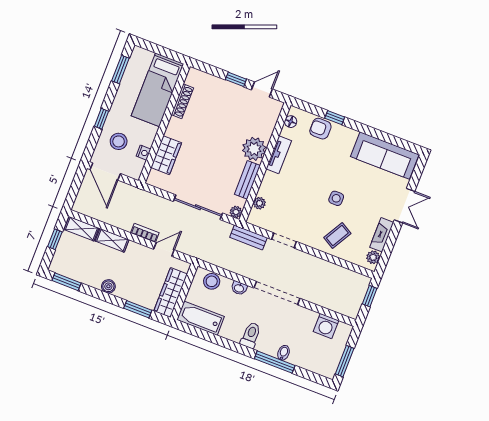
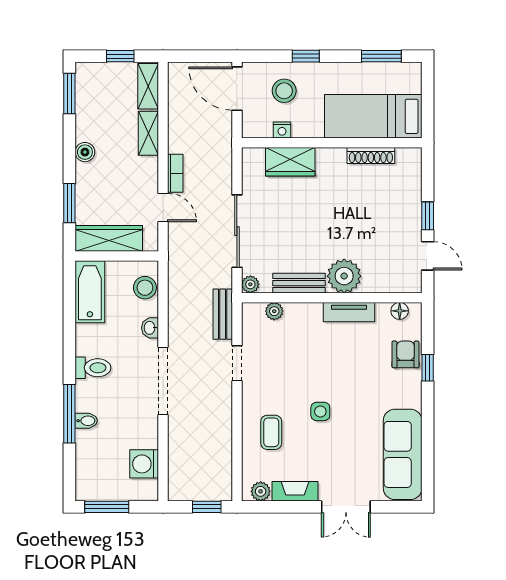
door: (105, 172) -> (237, 89), hinge flipped
coffee table: (337, 236) -> (271, 432), turned 60

